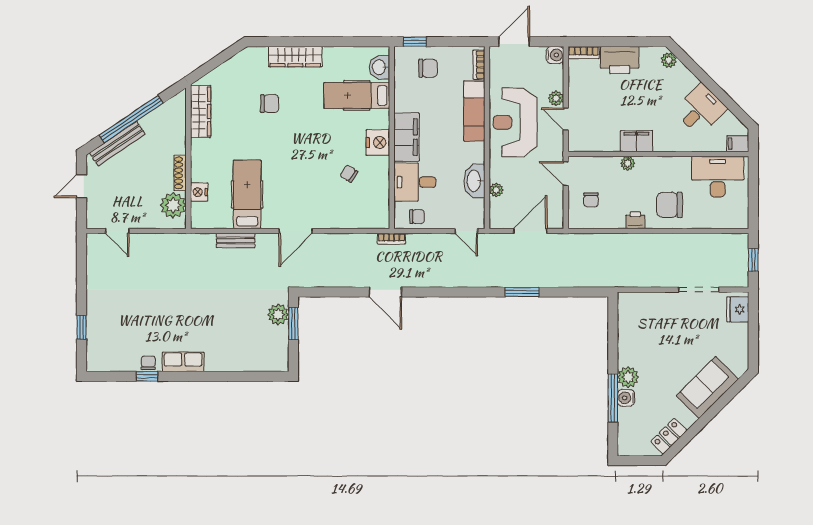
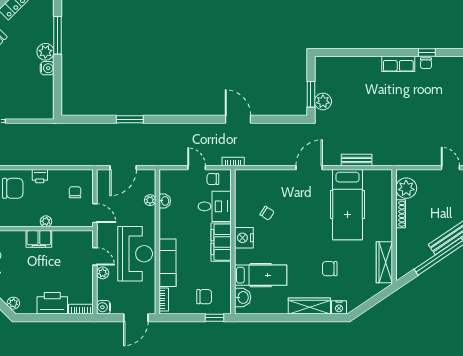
chair: (428, 68) -> (204, 297), turned 180
washbasin: (474, 181) -> (165, 201), width x0.52, depth x0.69
nightstand: (199, 192) -> (339, 307), moved, turned 90
hospital bed: (247, 194) -> (348, 205), width x1.37, depth x1.29
door: (466, 231) -> (197, 168), moved
water cooler: (626, 398) -> (47, 68), moved

